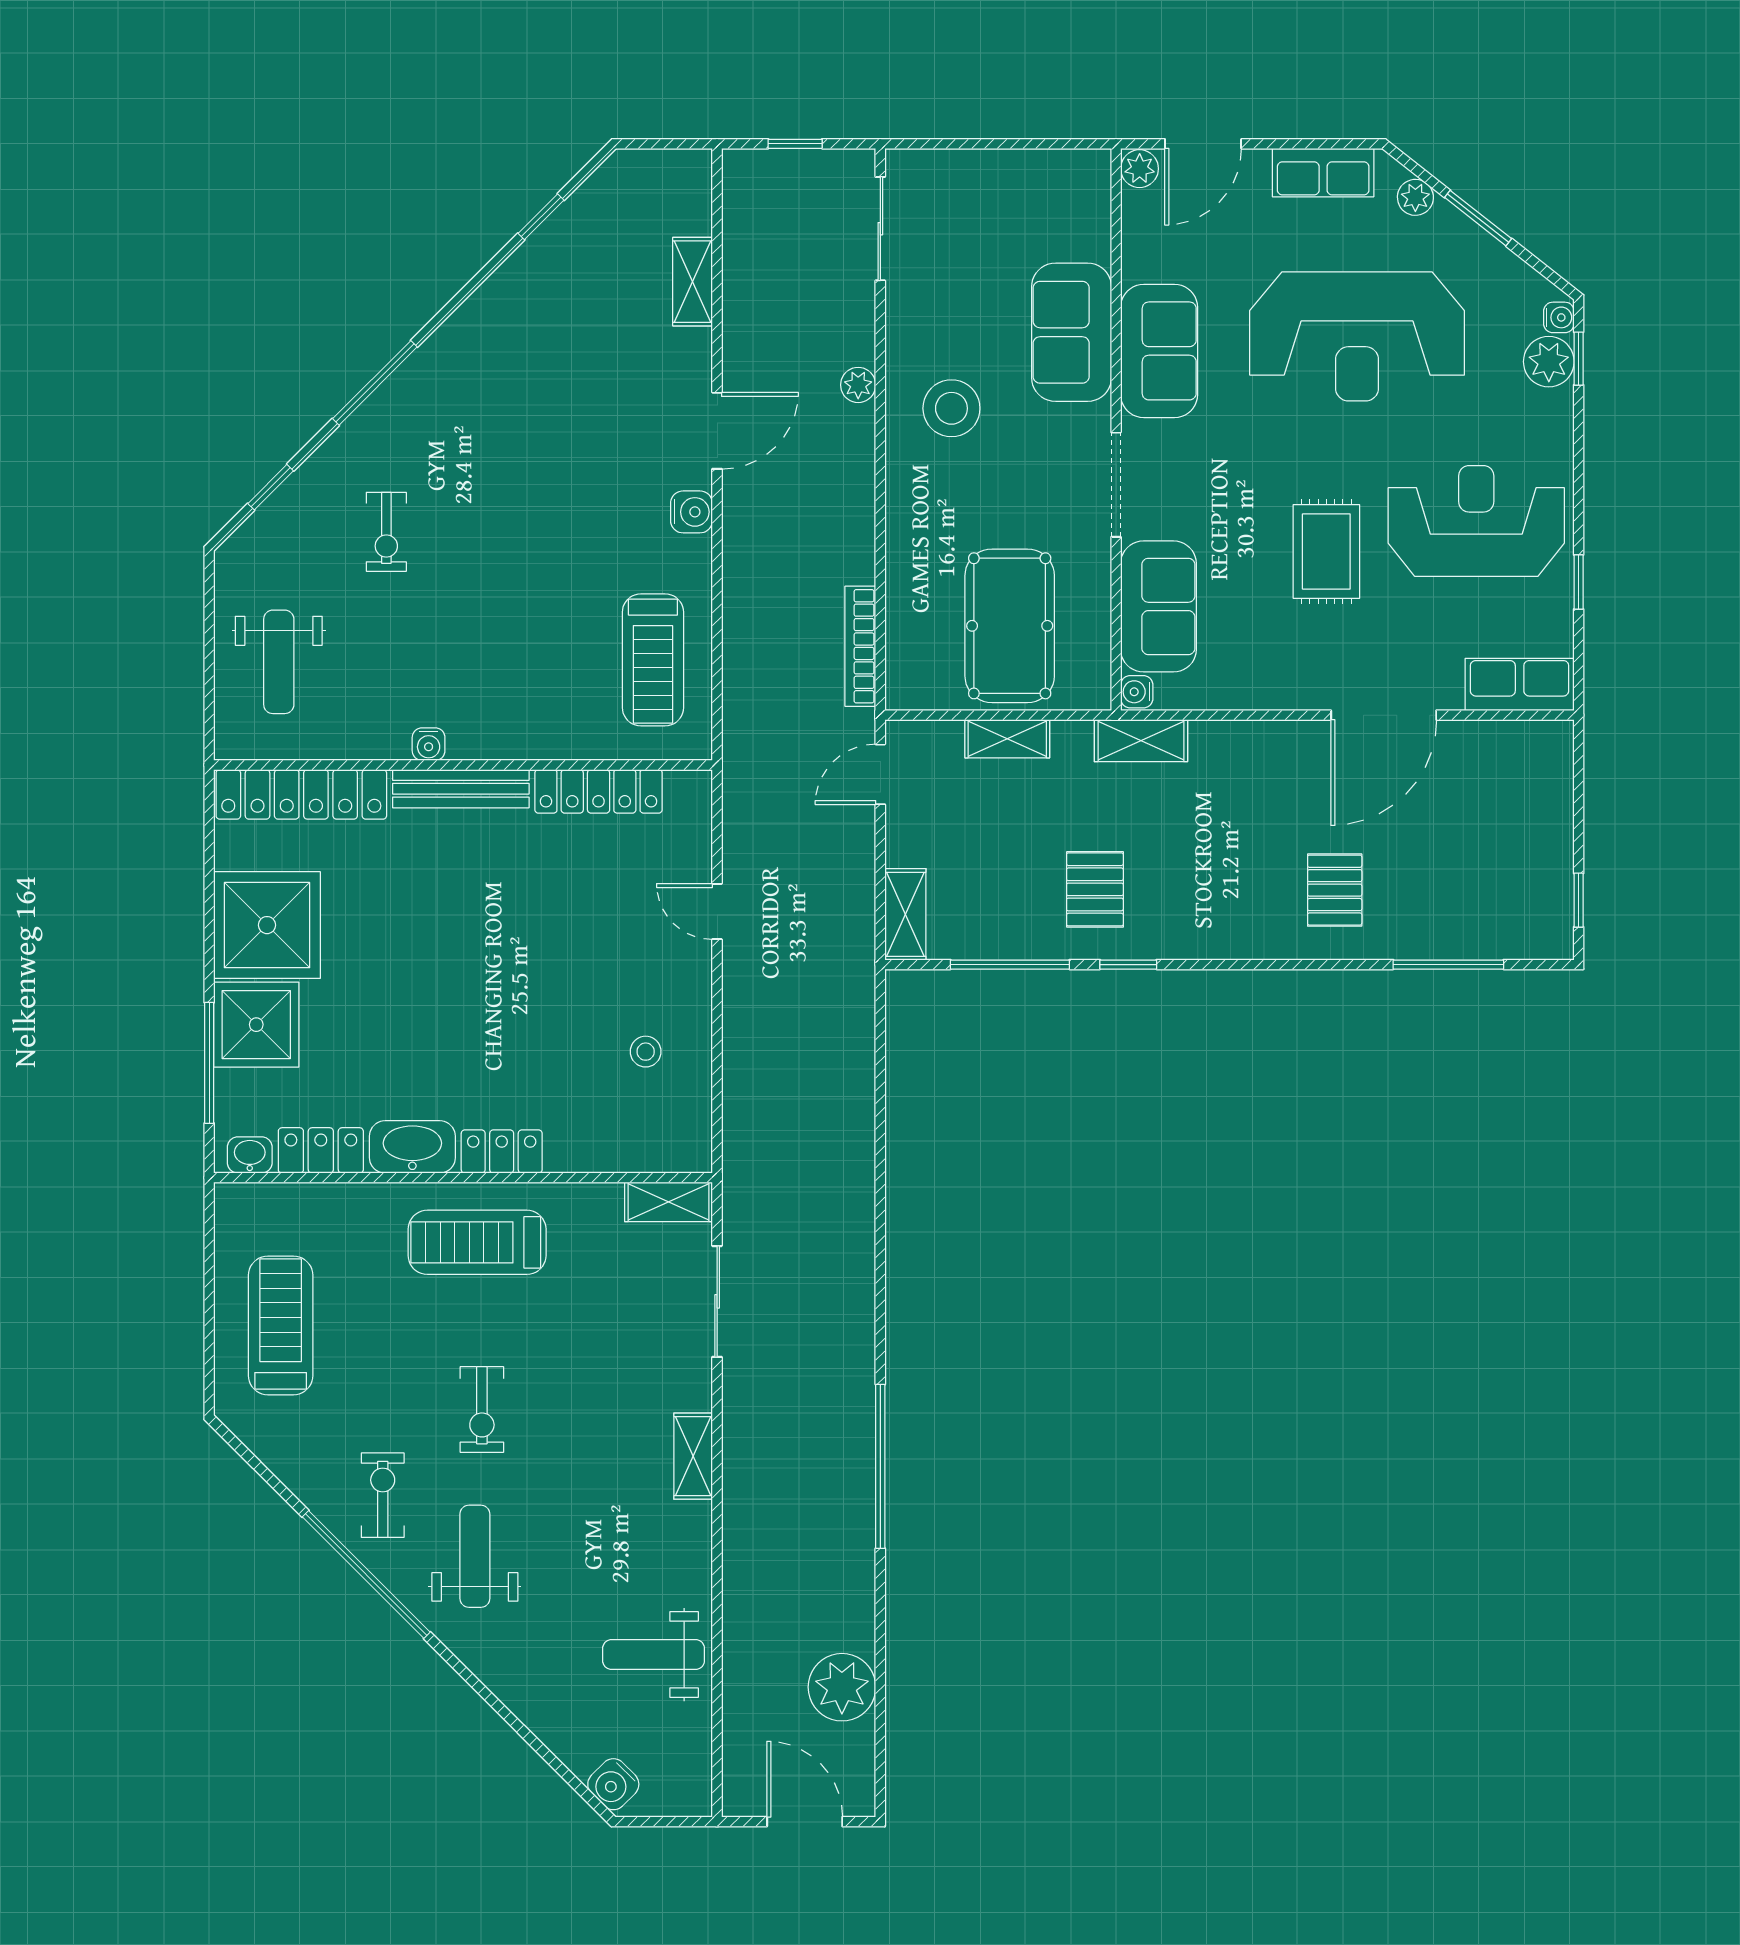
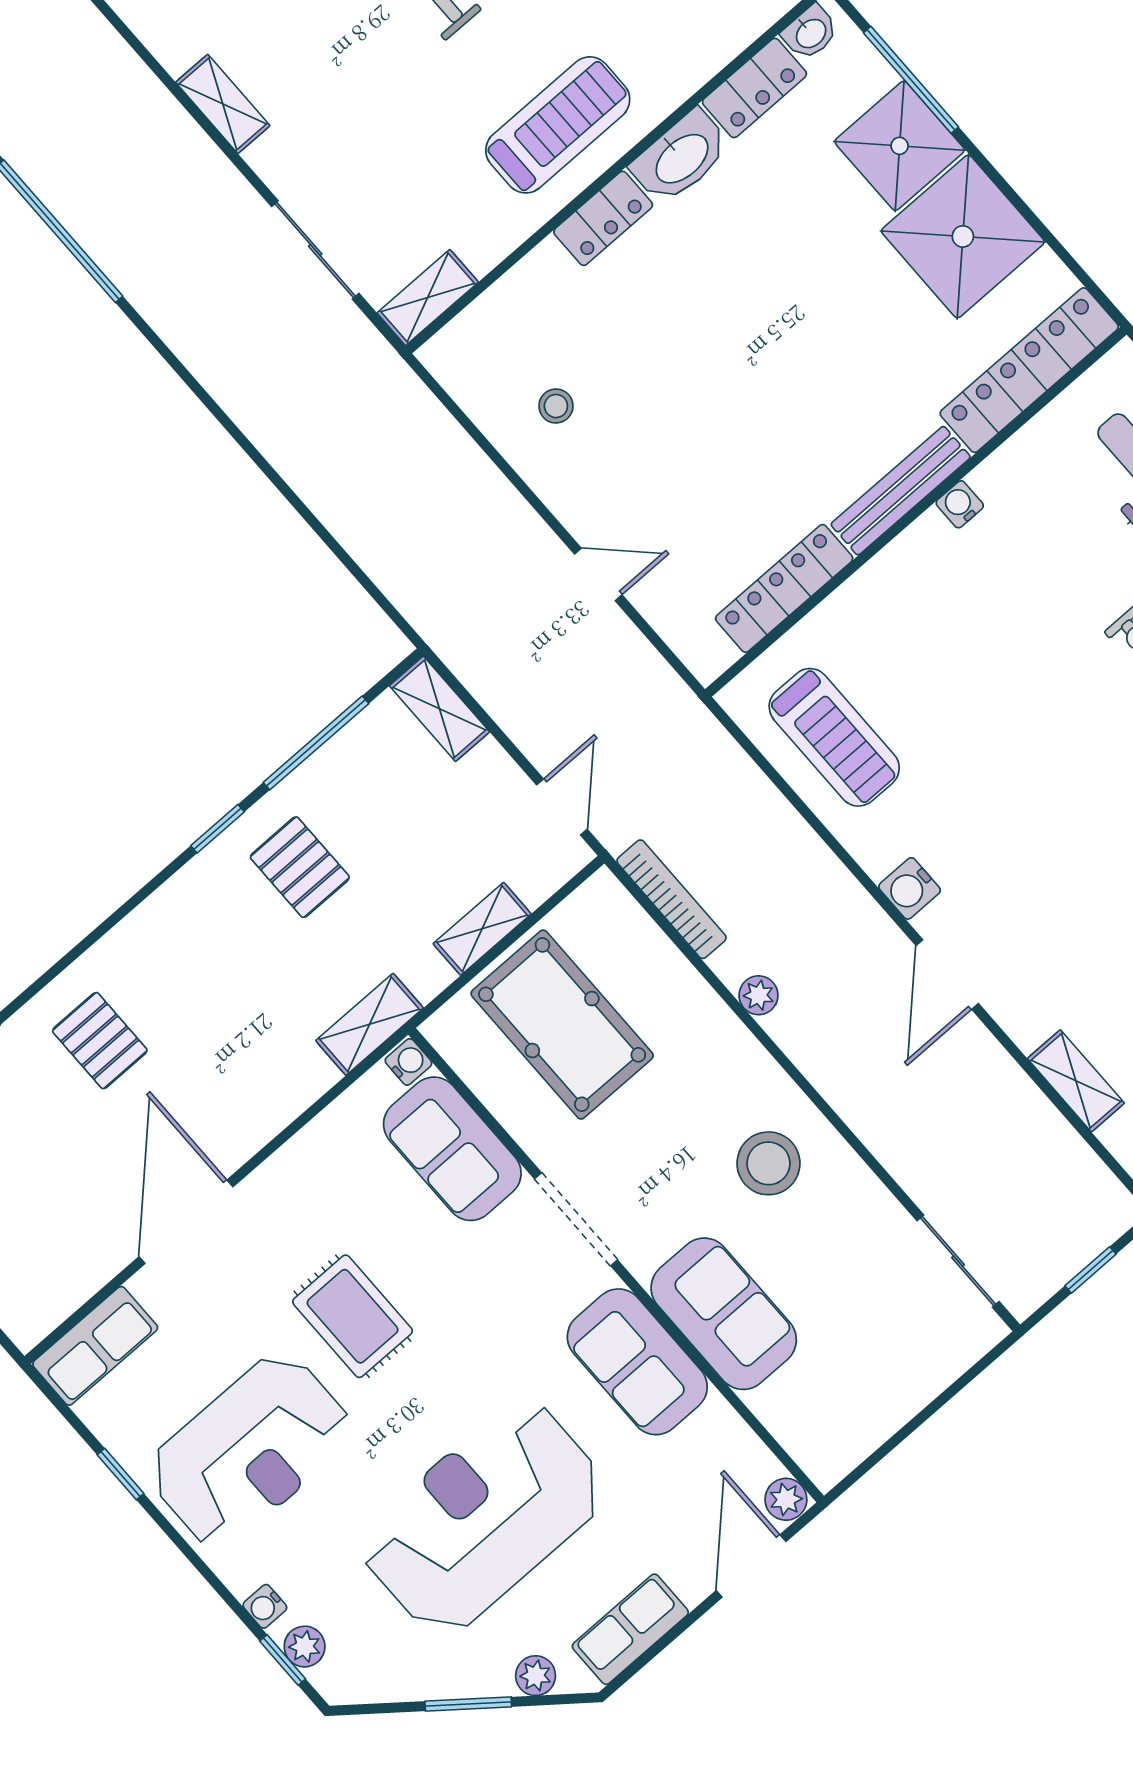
water cooler: (1559, 317) -> (265, 1606), moved
plant: (1549, 362) -> (305, 1647), width x0.73, depth x0.73
plant: (858, 385) -> (759, 995), moved
treadmill: (653, 660) -> (834, 737), turned 180

